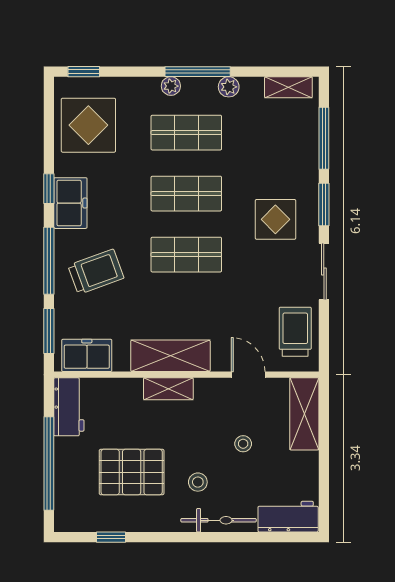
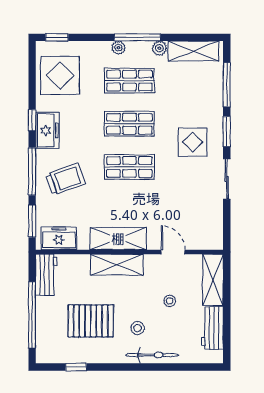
shelving: (288, 87) -> (193, 51), width x1.50, depth x1.33
trolley: (295, 332) -> (207, 222), removed
shelving: (168, 389) -> (117, 265), width x1.50, depth x1.33
workbench: (288, 517) -> (212, 328), moved, turned -90

